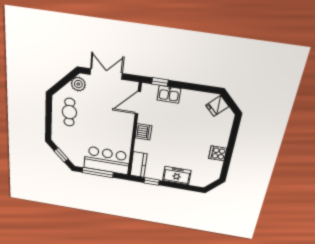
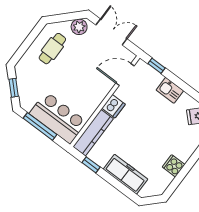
kitchen sink: (169, 94) -> (170, 90), moved
kitchen counter: (139, 165) -> (93, 133), width x1.50
freezer: (177, 176) -> (125, 174), width x1.40

